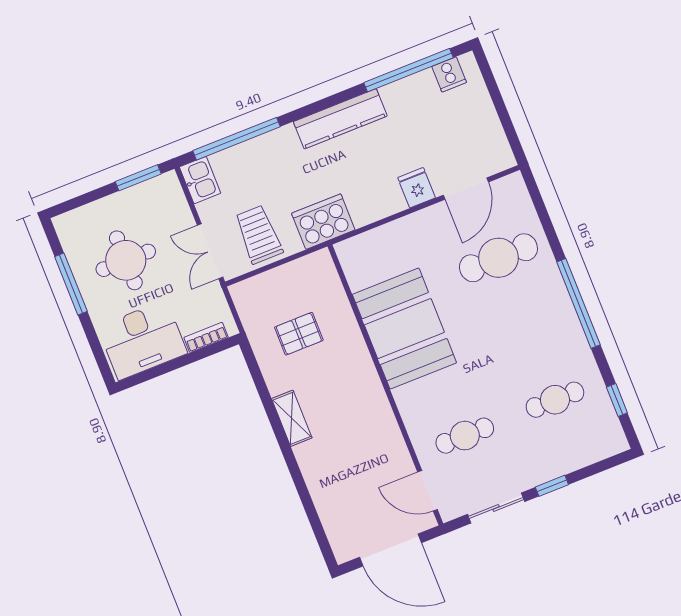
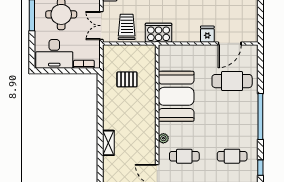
plant: (412, 417) -> (163, 138), added
shelving: (292, 418) -> (108, 143), moved

